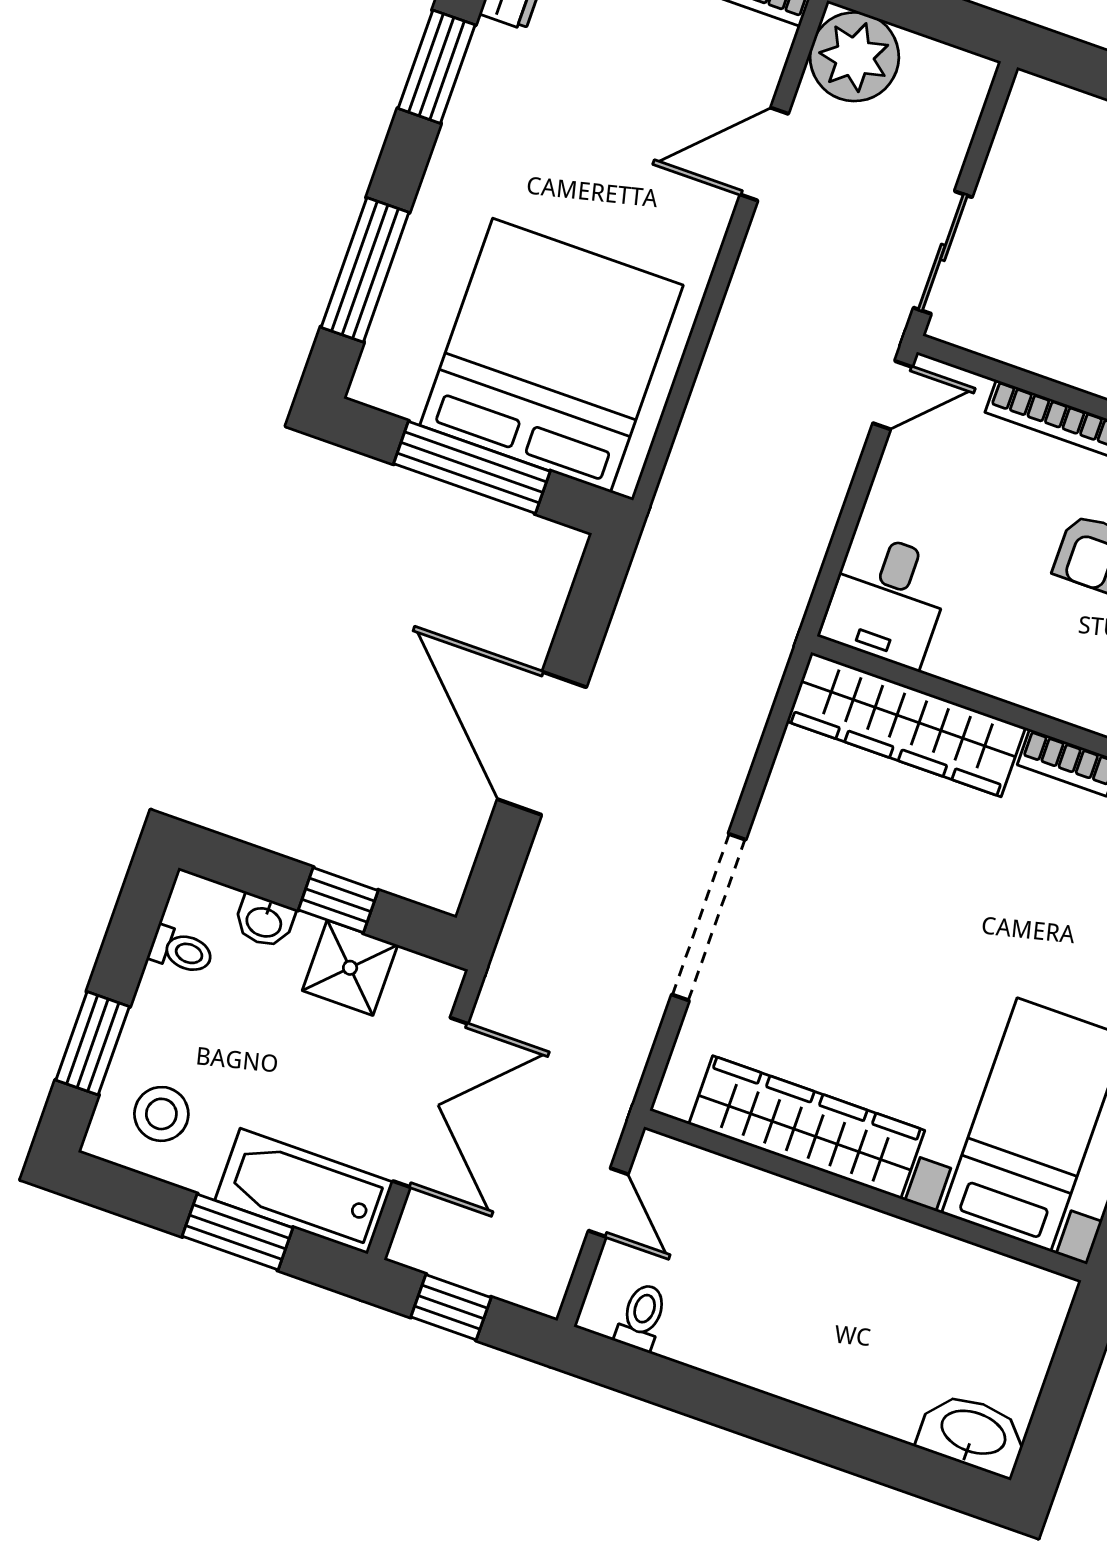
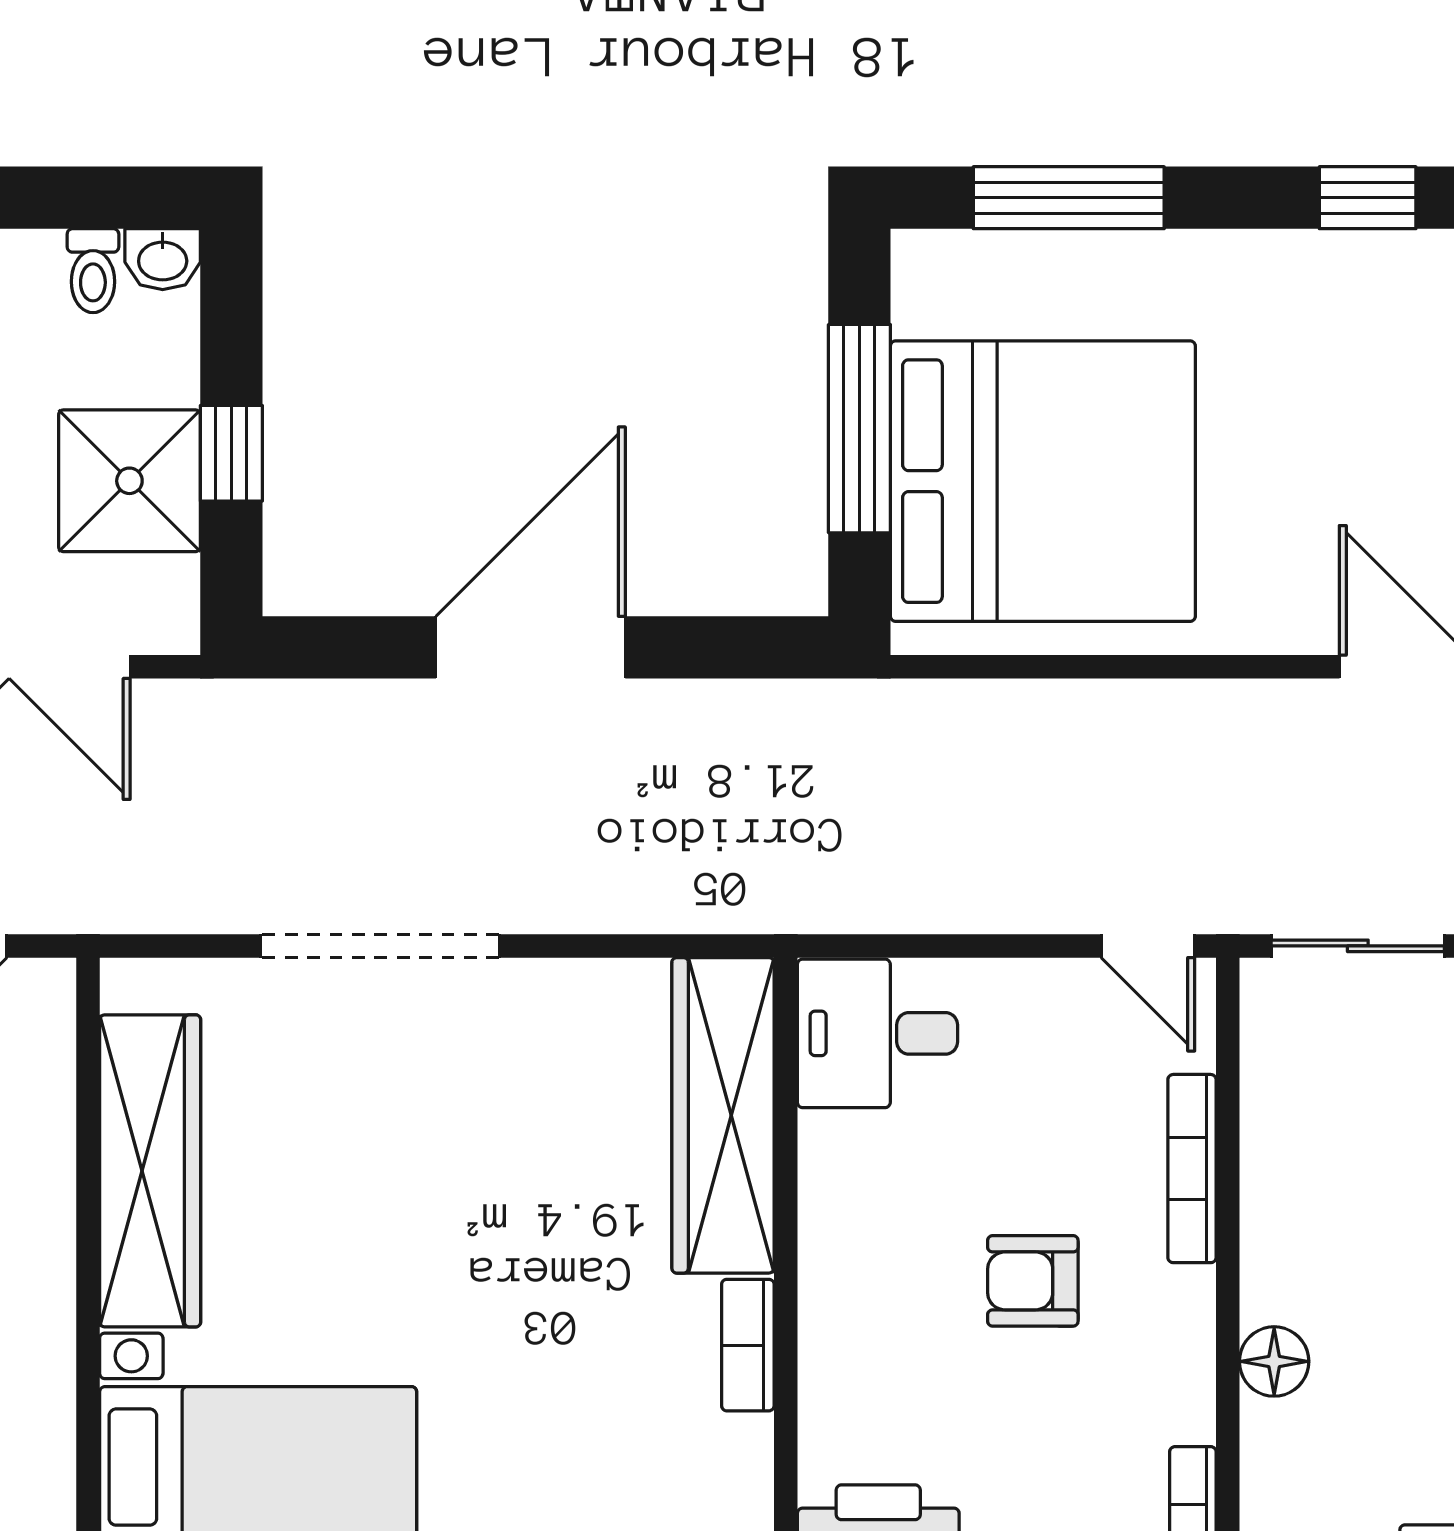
window: (437, 67) -> (1368, 198), width x0.67
washbasin: (264, 921) -> (163, 259), moved, turned -90
shower: (350, 968) -> (129, 481), width x1.36, depth x1.36

